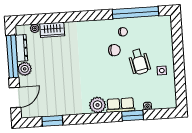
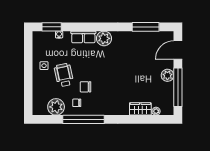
window: (135, 13) -> (83, 119), moved
plant: (145, 26) -> (56, 107), added
dresser: (22, 48) -> (169, 94), removed
window: (133, 116) -> (52, 27), moved
window: (52, 121) -> (146, 27), width x1.44

